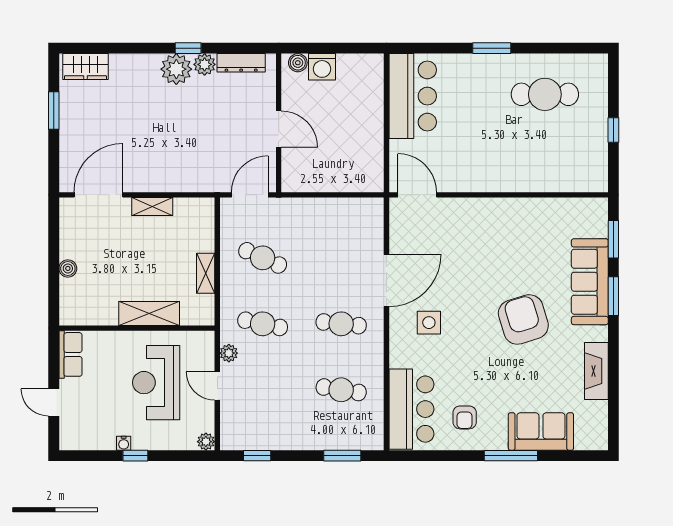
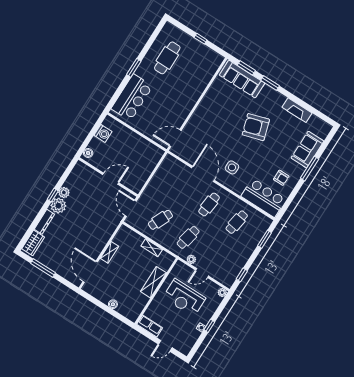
dresser: (241, 63) -> (44, 222), moved
washing machine: (322, 67) -> (103, 133), moved
bar counter: (413, 96) -> (132, 97), moved, turned 90
window: (54, 111) -> (43, 268), width x1.44
sofa: (590, 282) -> (242, 79), moved

